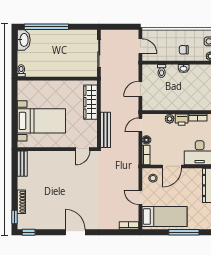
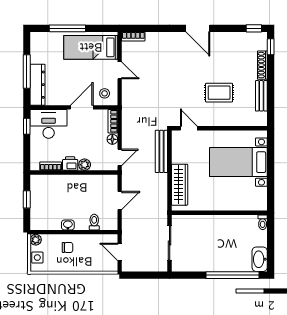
door: (83, 149) -> (189, 128), hinge flipped
bench: (22, 164) -> (261, 96), moved
rug: (58, 179) -> (219, 93), added

